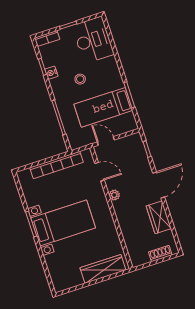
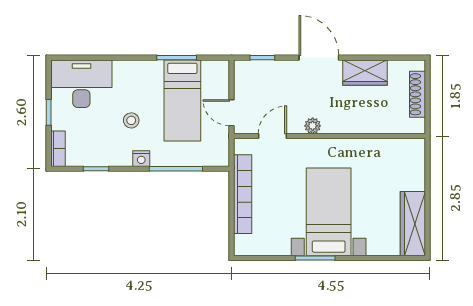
nightstand: (51, 73) -> (141, 159), moved
door: (106, 141) -> (232, 113), hinge flipped
shoe rack: (160, 253) -> (417, 94), width x1.43
wardrobe: (103, 269) -> (413, 224), moved

